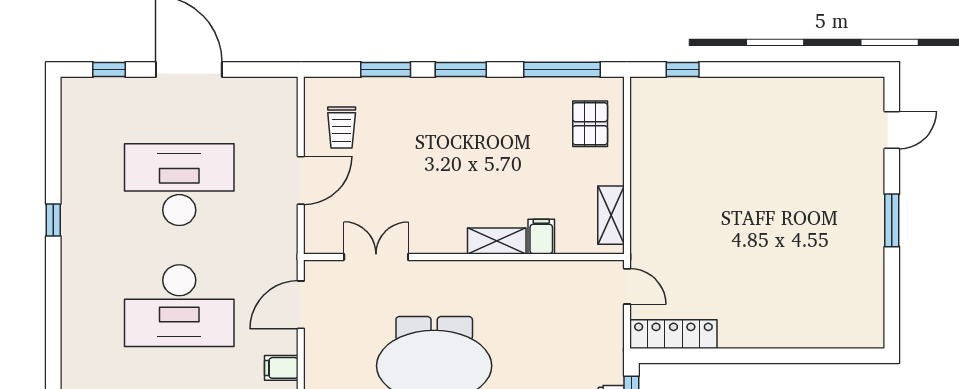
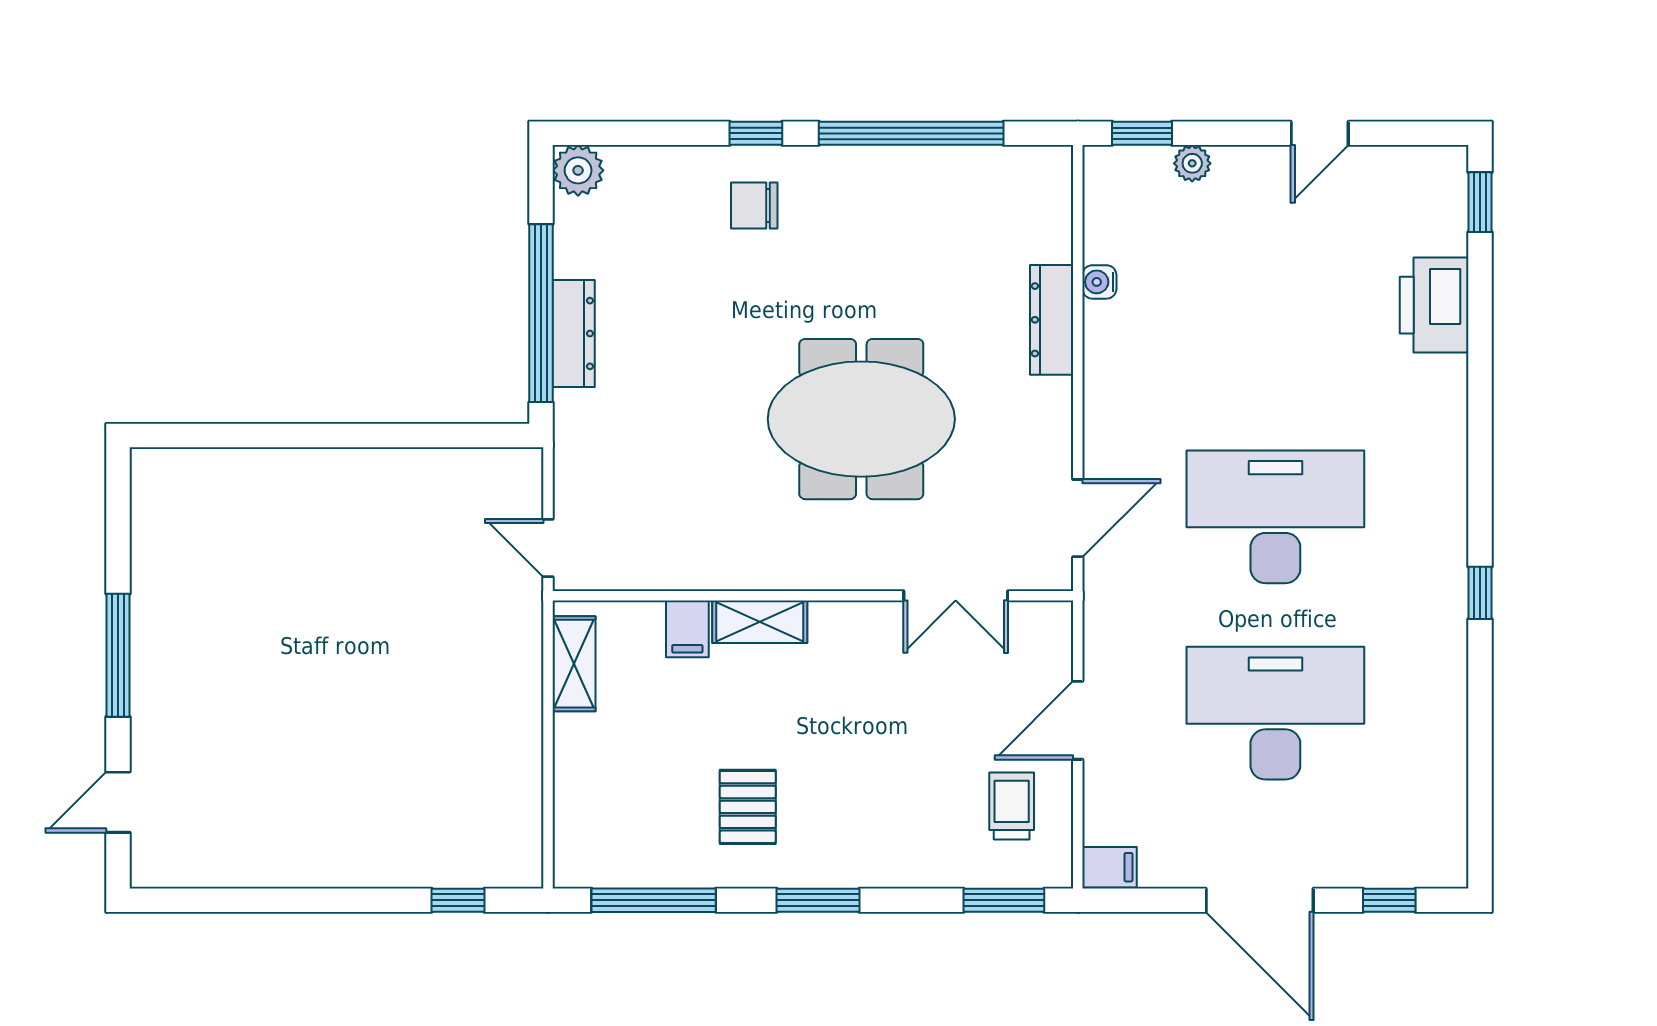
window: (386, 69) -> (1004, 900), moved
pallet: (590, 124) -> (748, 807), moved
desk: (179, 185) -> (1275, 713), turned 180
window: (53, 220) -> (1480, 593), moved
window: (892, 220) -> (118, 655), width x1.44
locker: (673, 334) -> (473, 470), removed
filing cabinet: (281, 368) -> (1110, 867), moved

